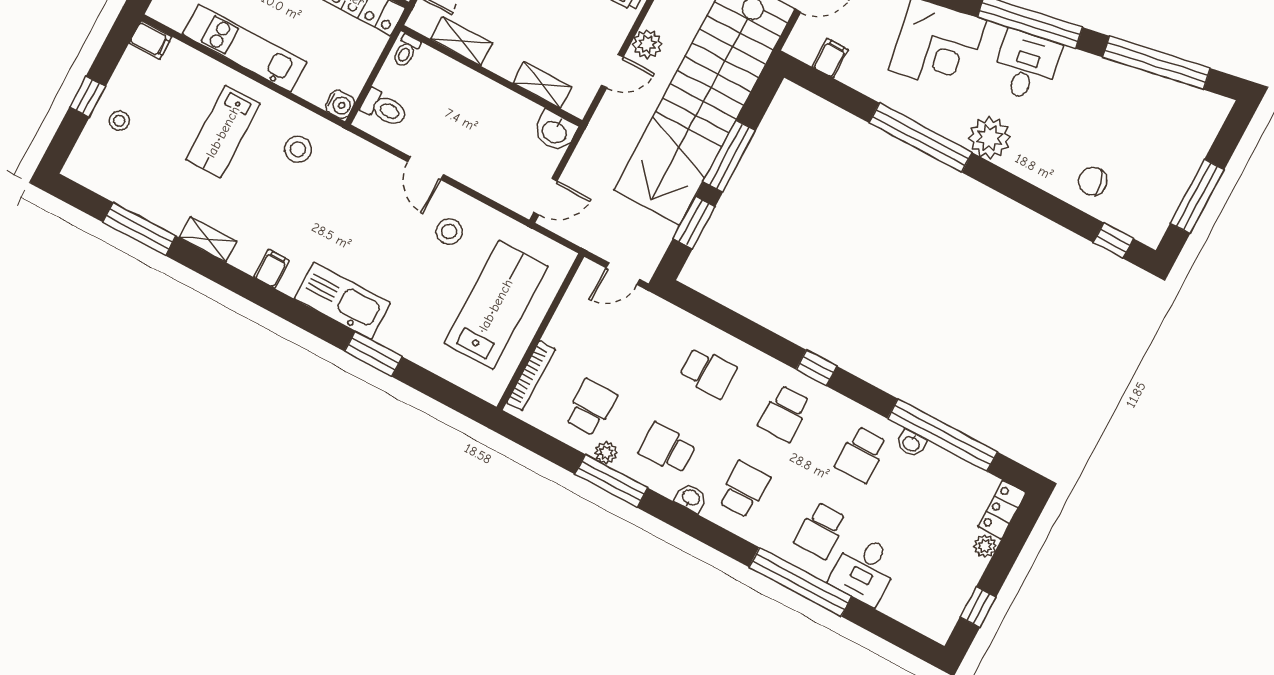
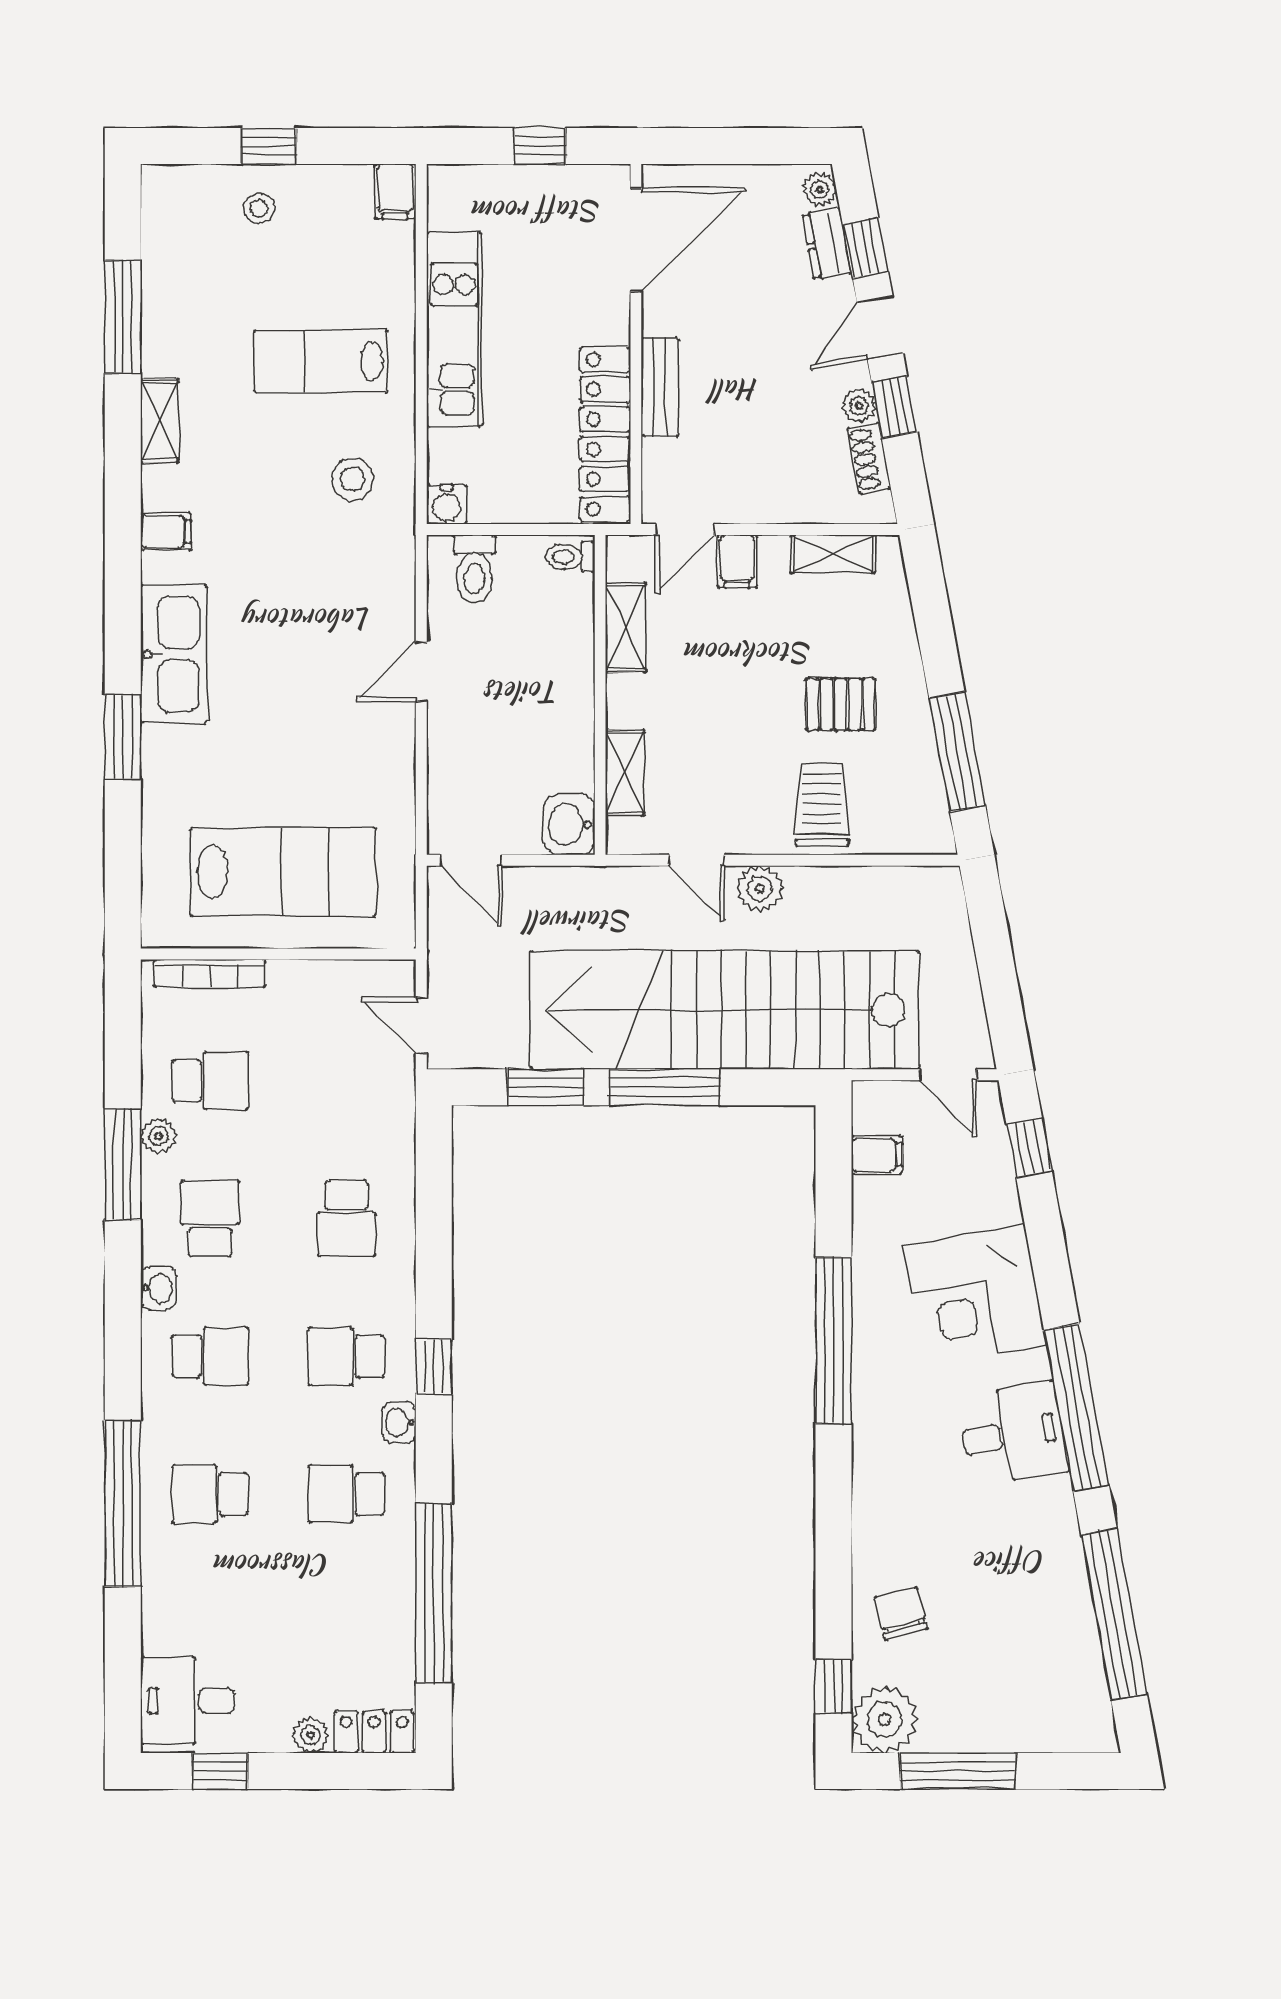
plant: (990, 138) -> (885, 1720), moved
stool: (449, 232) -> (350, 752), removed
washbasin: (911, 443) -> (399, 1423), moved
desk: (865, 570) -> (188, 1701), moved

